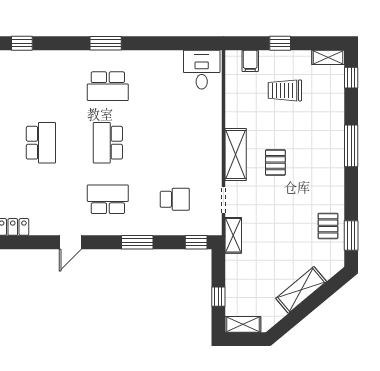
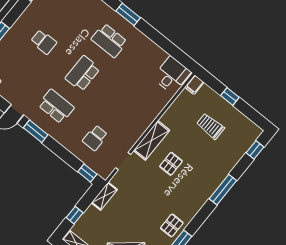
shelving: (328, 57) -> (251, 127), removed
filing cabinet: (250, 61) -> (194, 85), moved
school desk: (41, 143) -> (44, 42), width x0.54
school desk: (175, 199) -> (95, 138), turned 90
shelving: (233, 235) -> (104, 196), moved
window: (137, 242) -> (36, 131), moved

